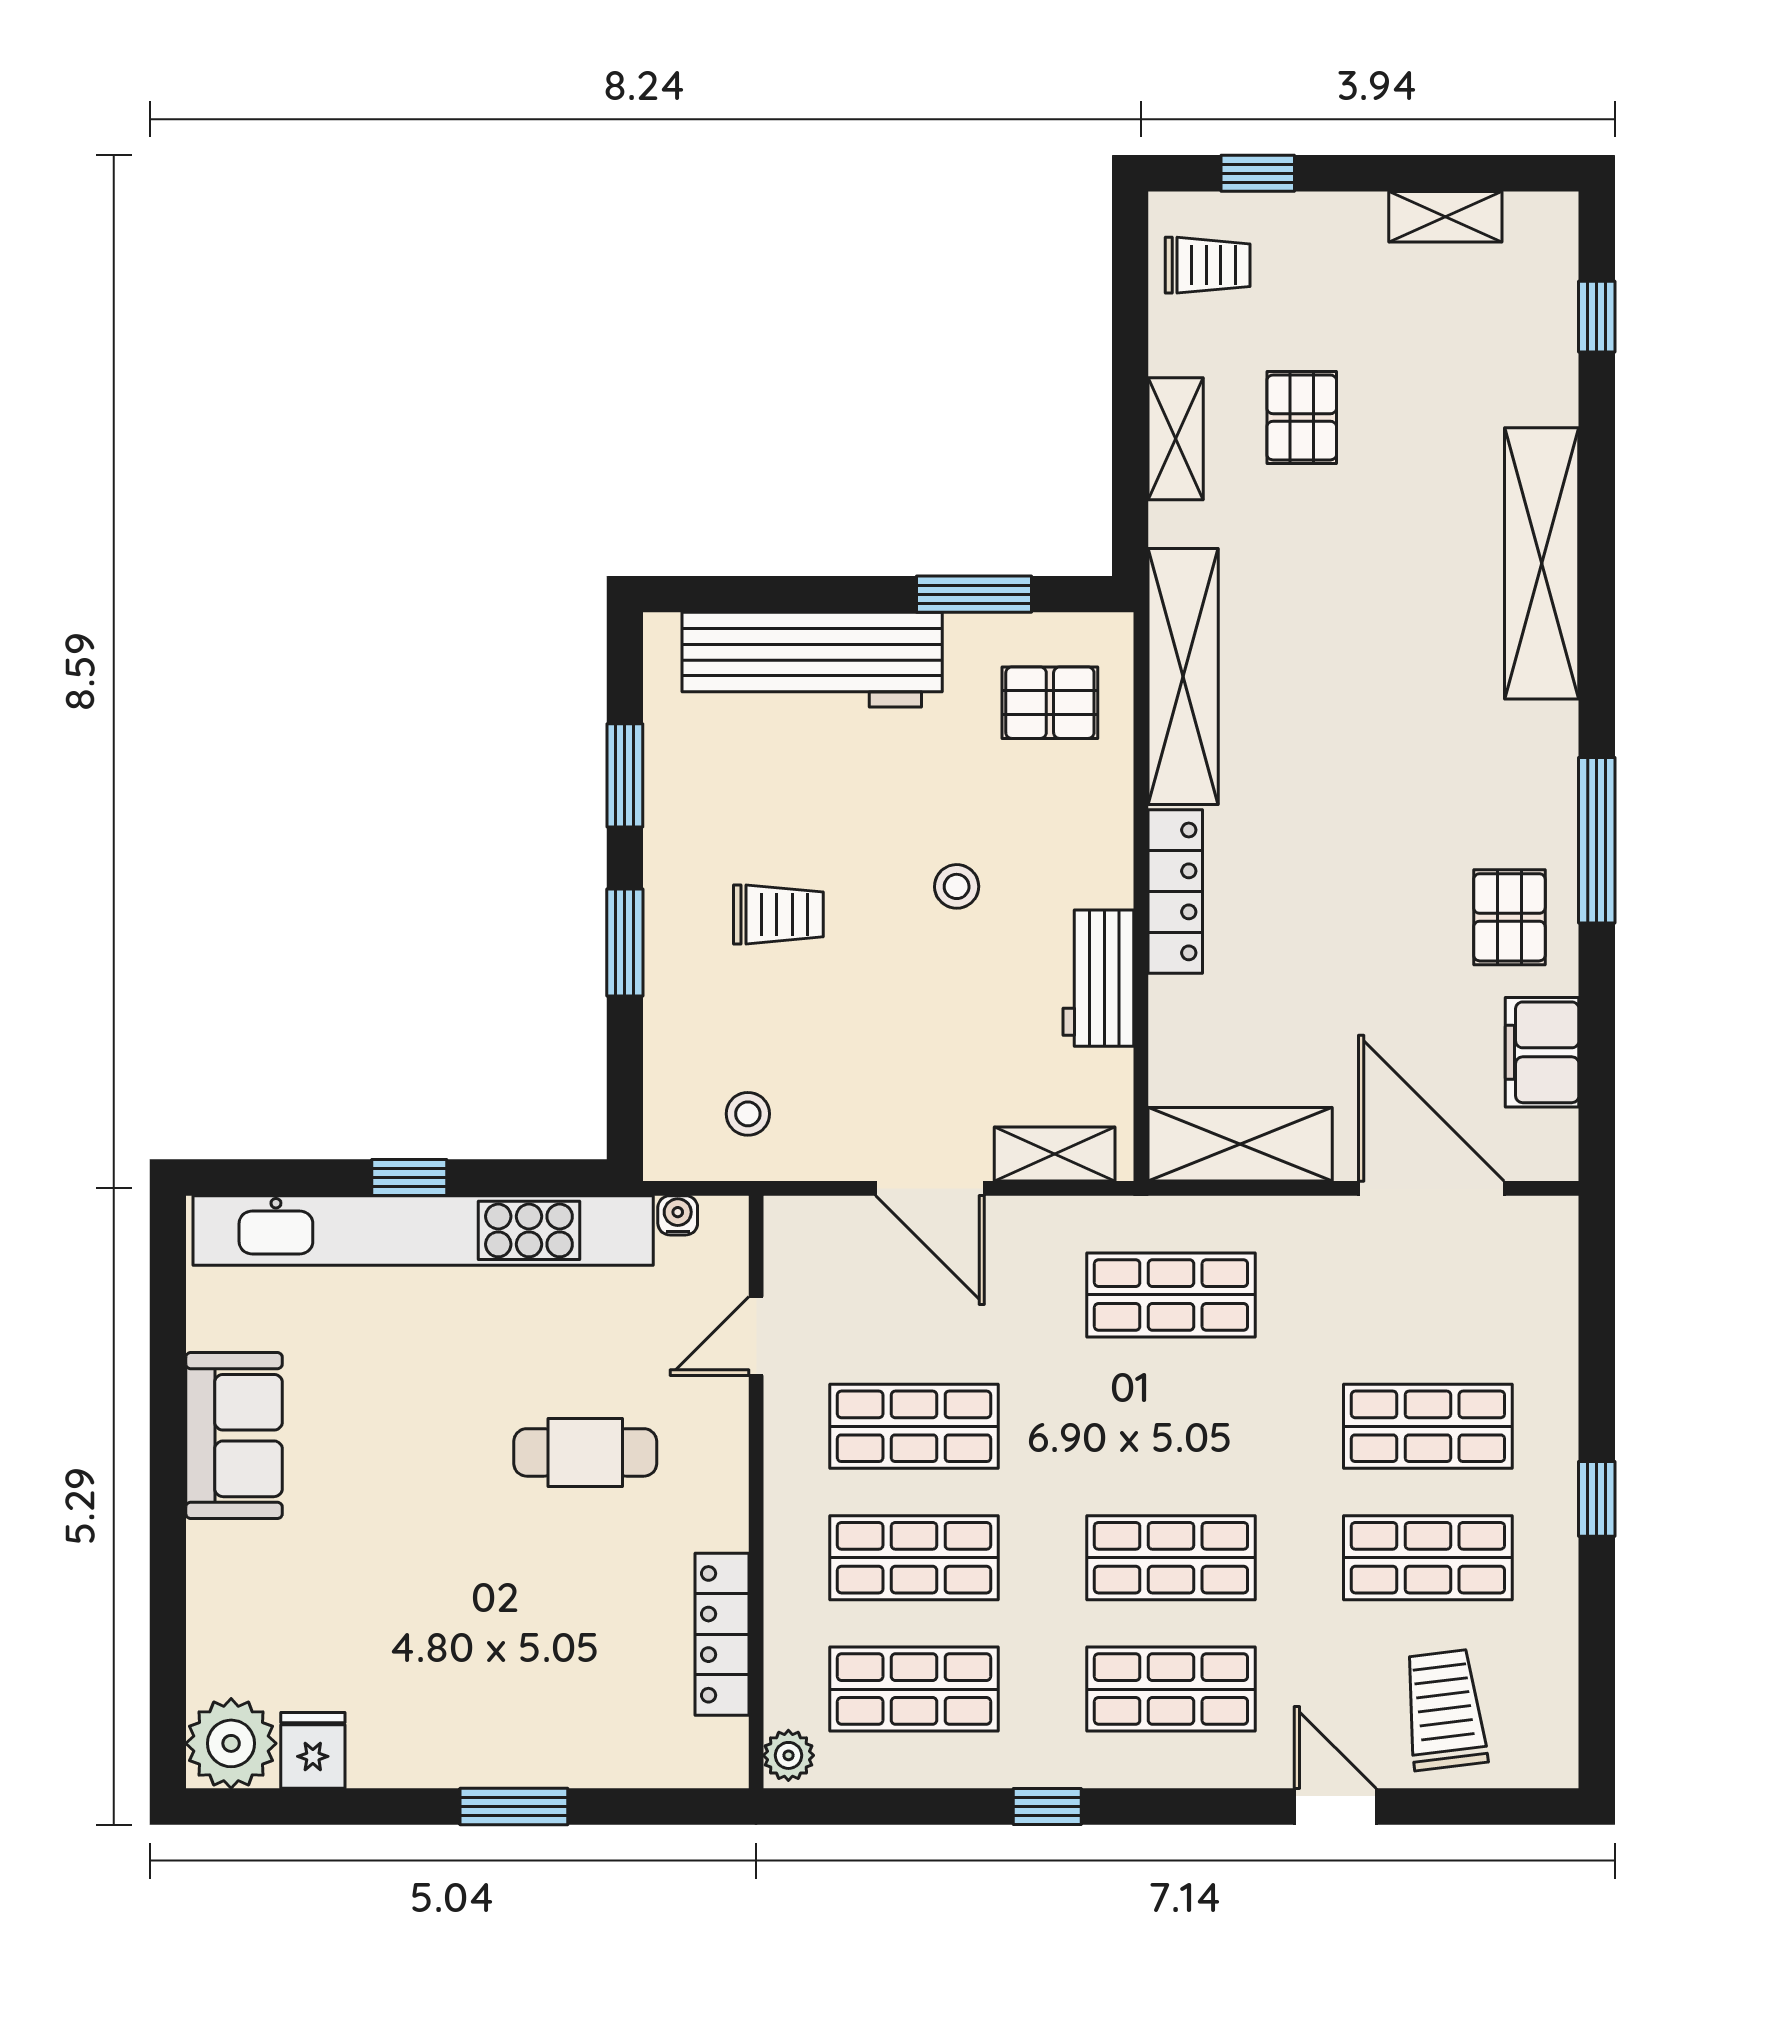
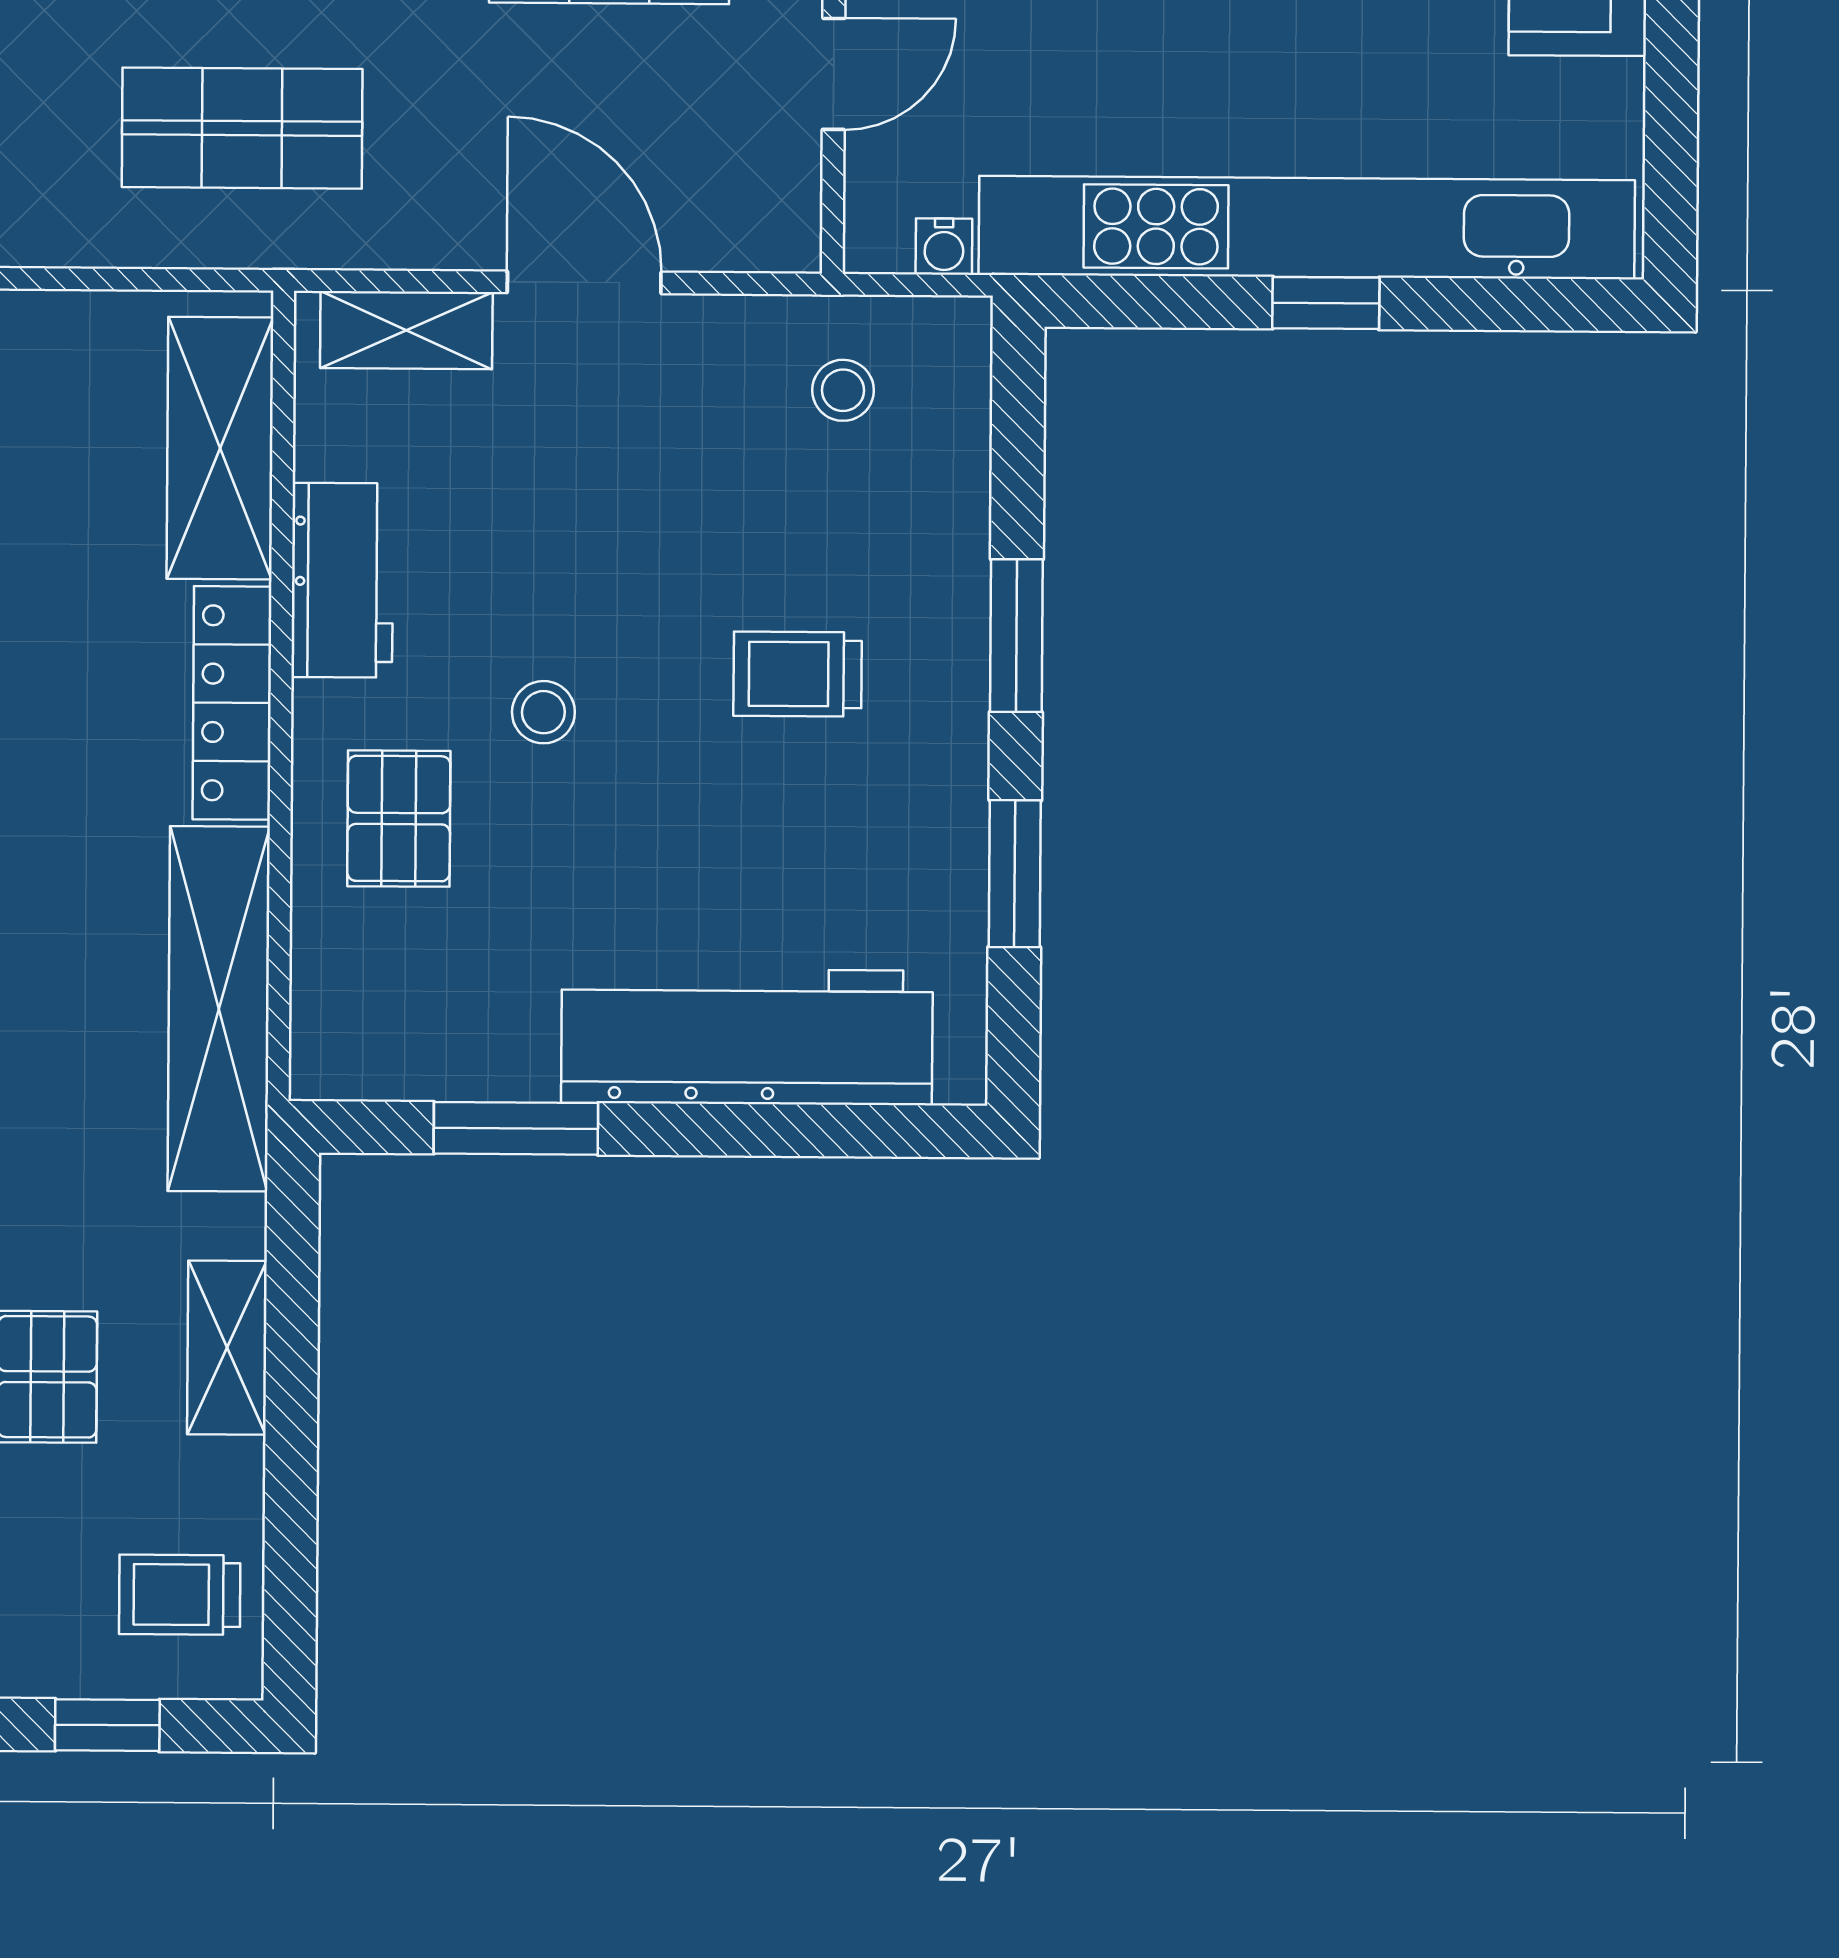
pallet: (1050, 703) -> (399, 819), moved, turned 90
shelving: (1240, 1144) -> (220, 448), moved, turned 90

